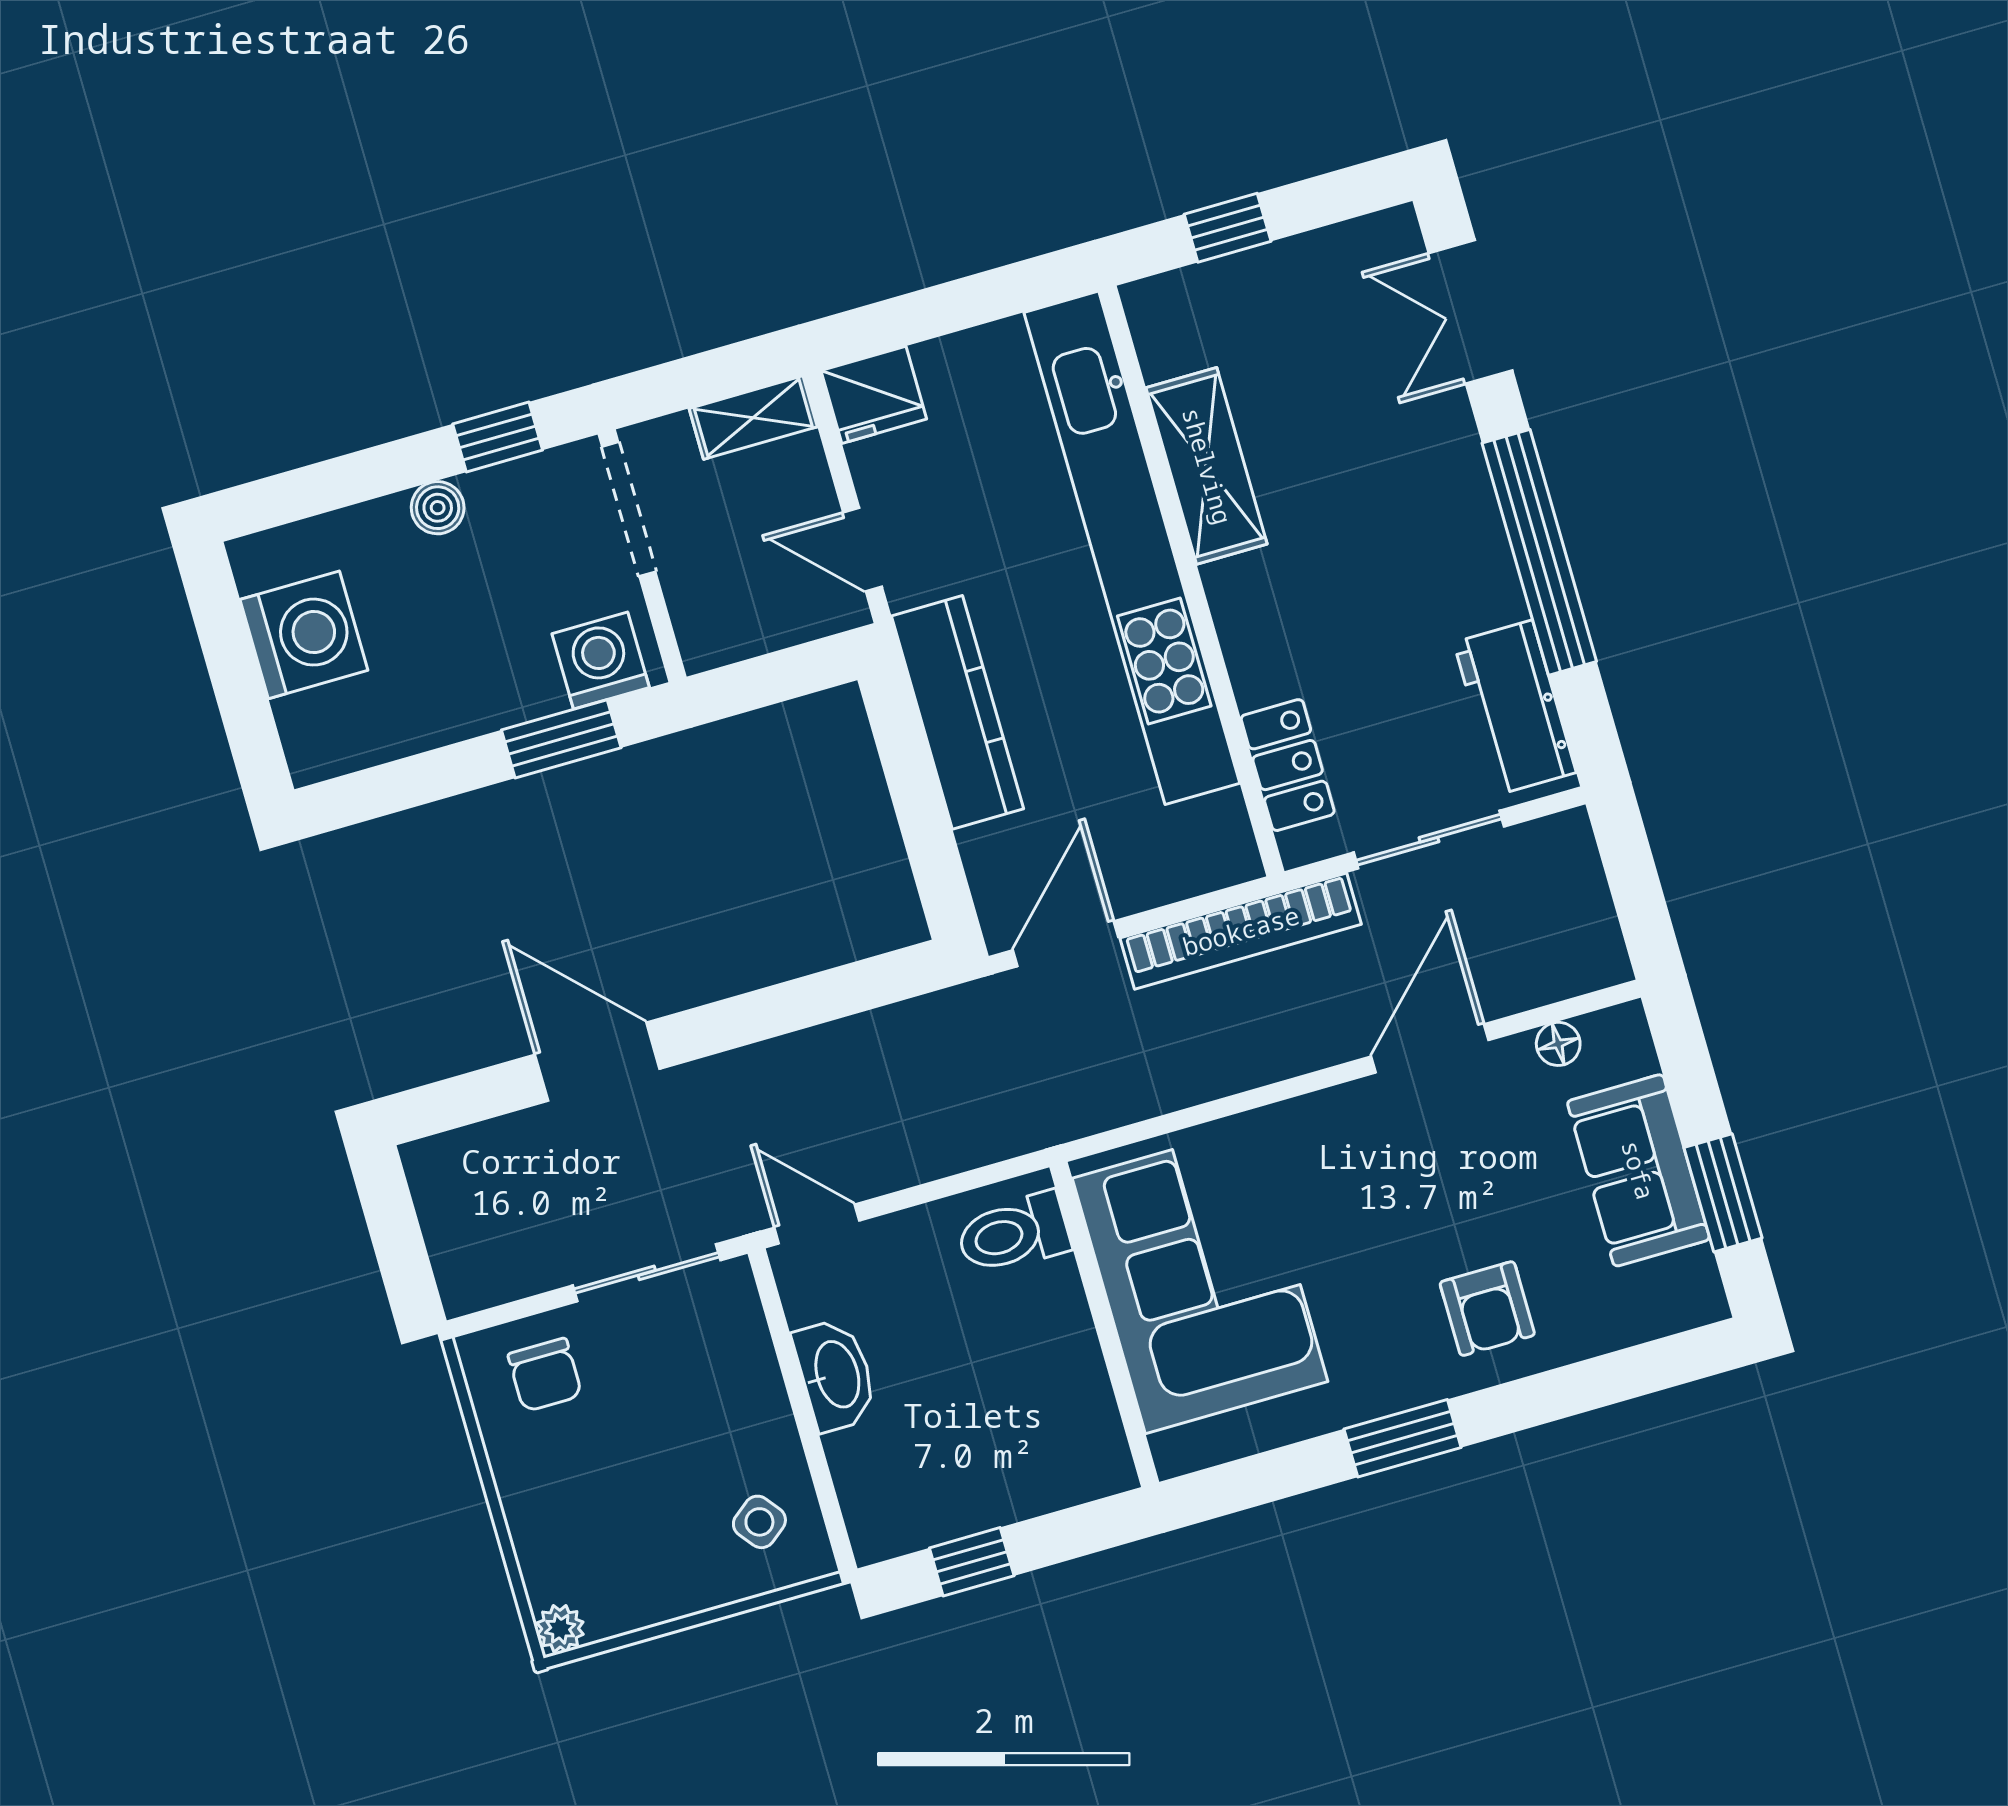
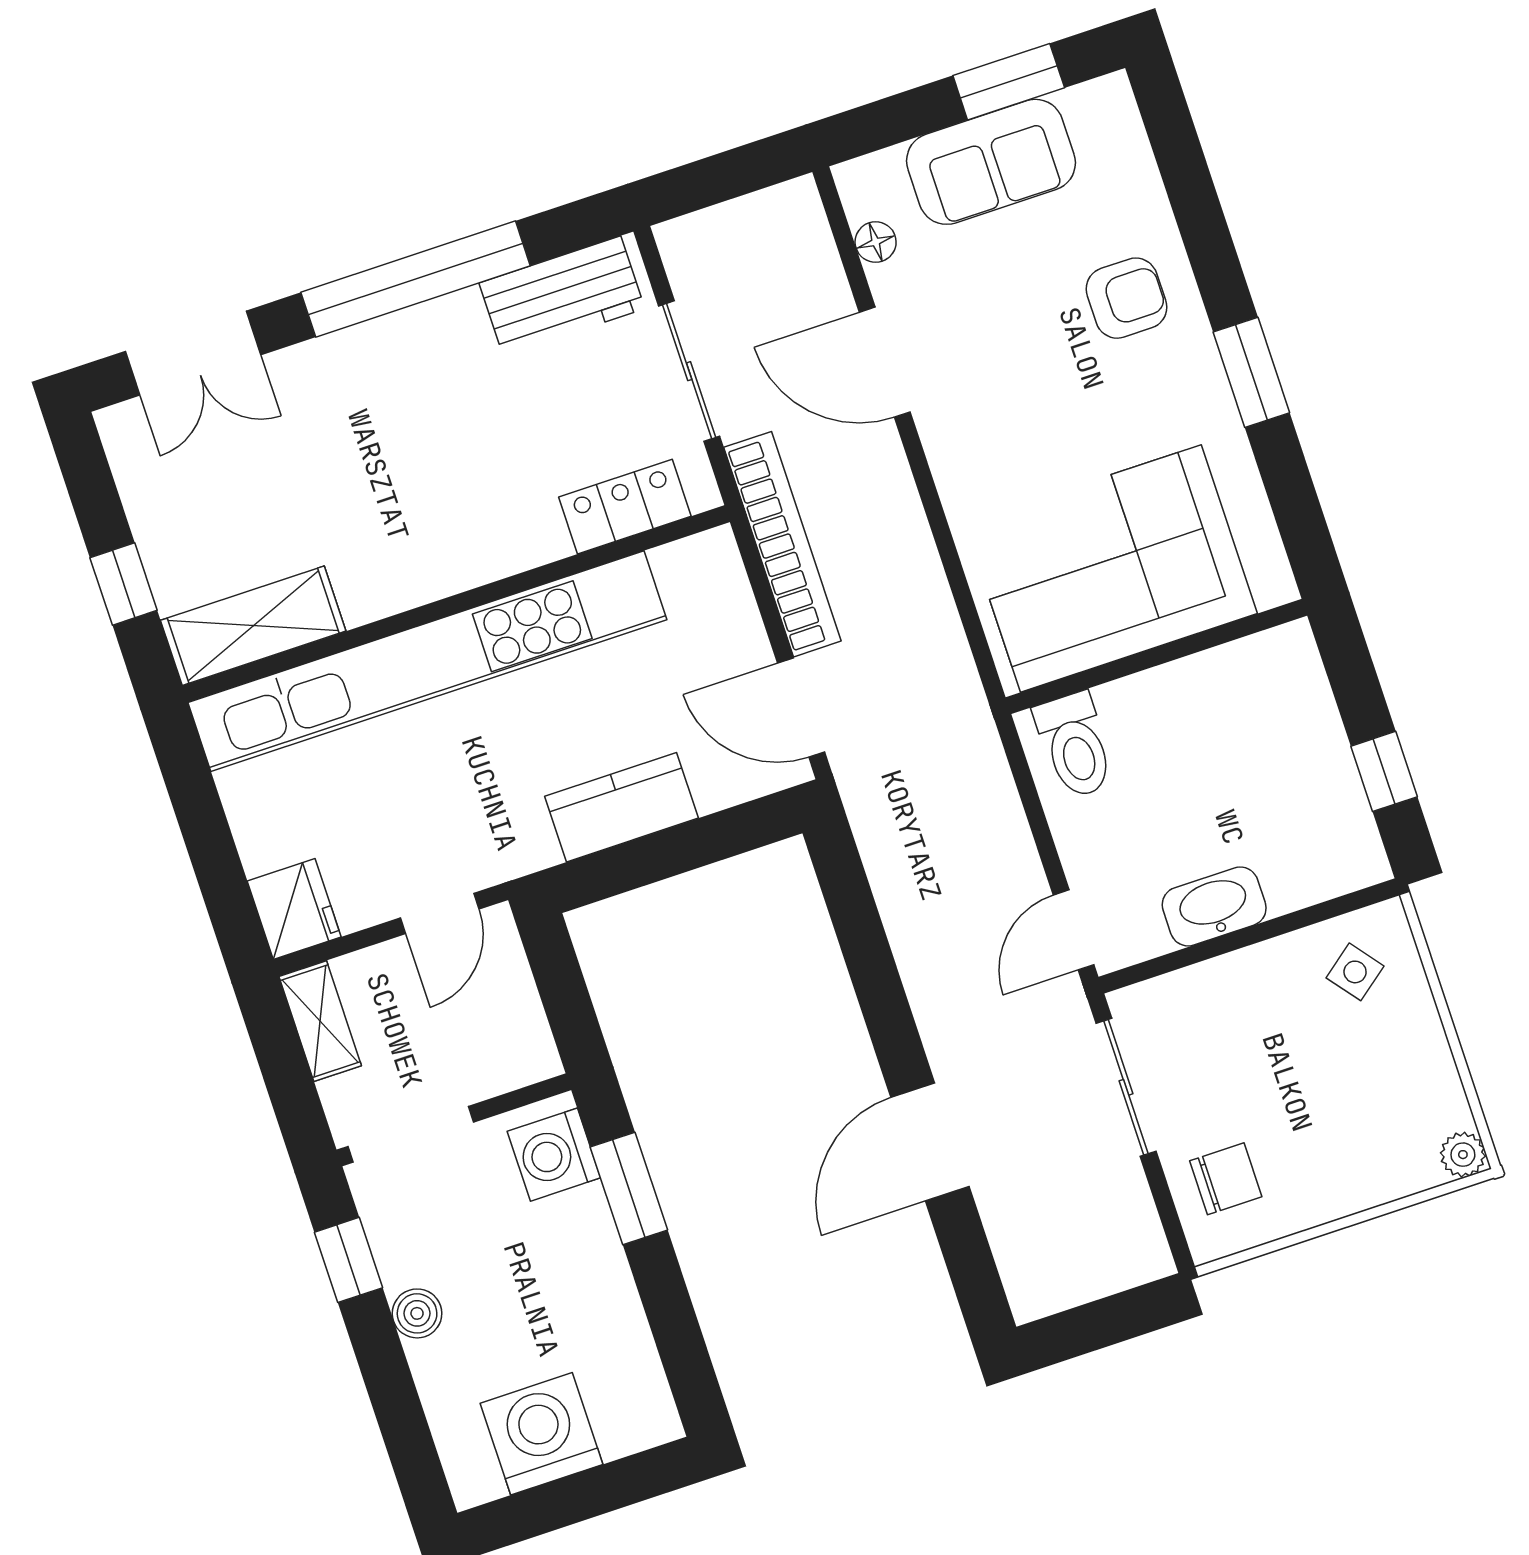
shelving: (1207, 466) -> (253, 626), moved
kitchen counter: (957, 712) -> (621, 807), width x0.67

